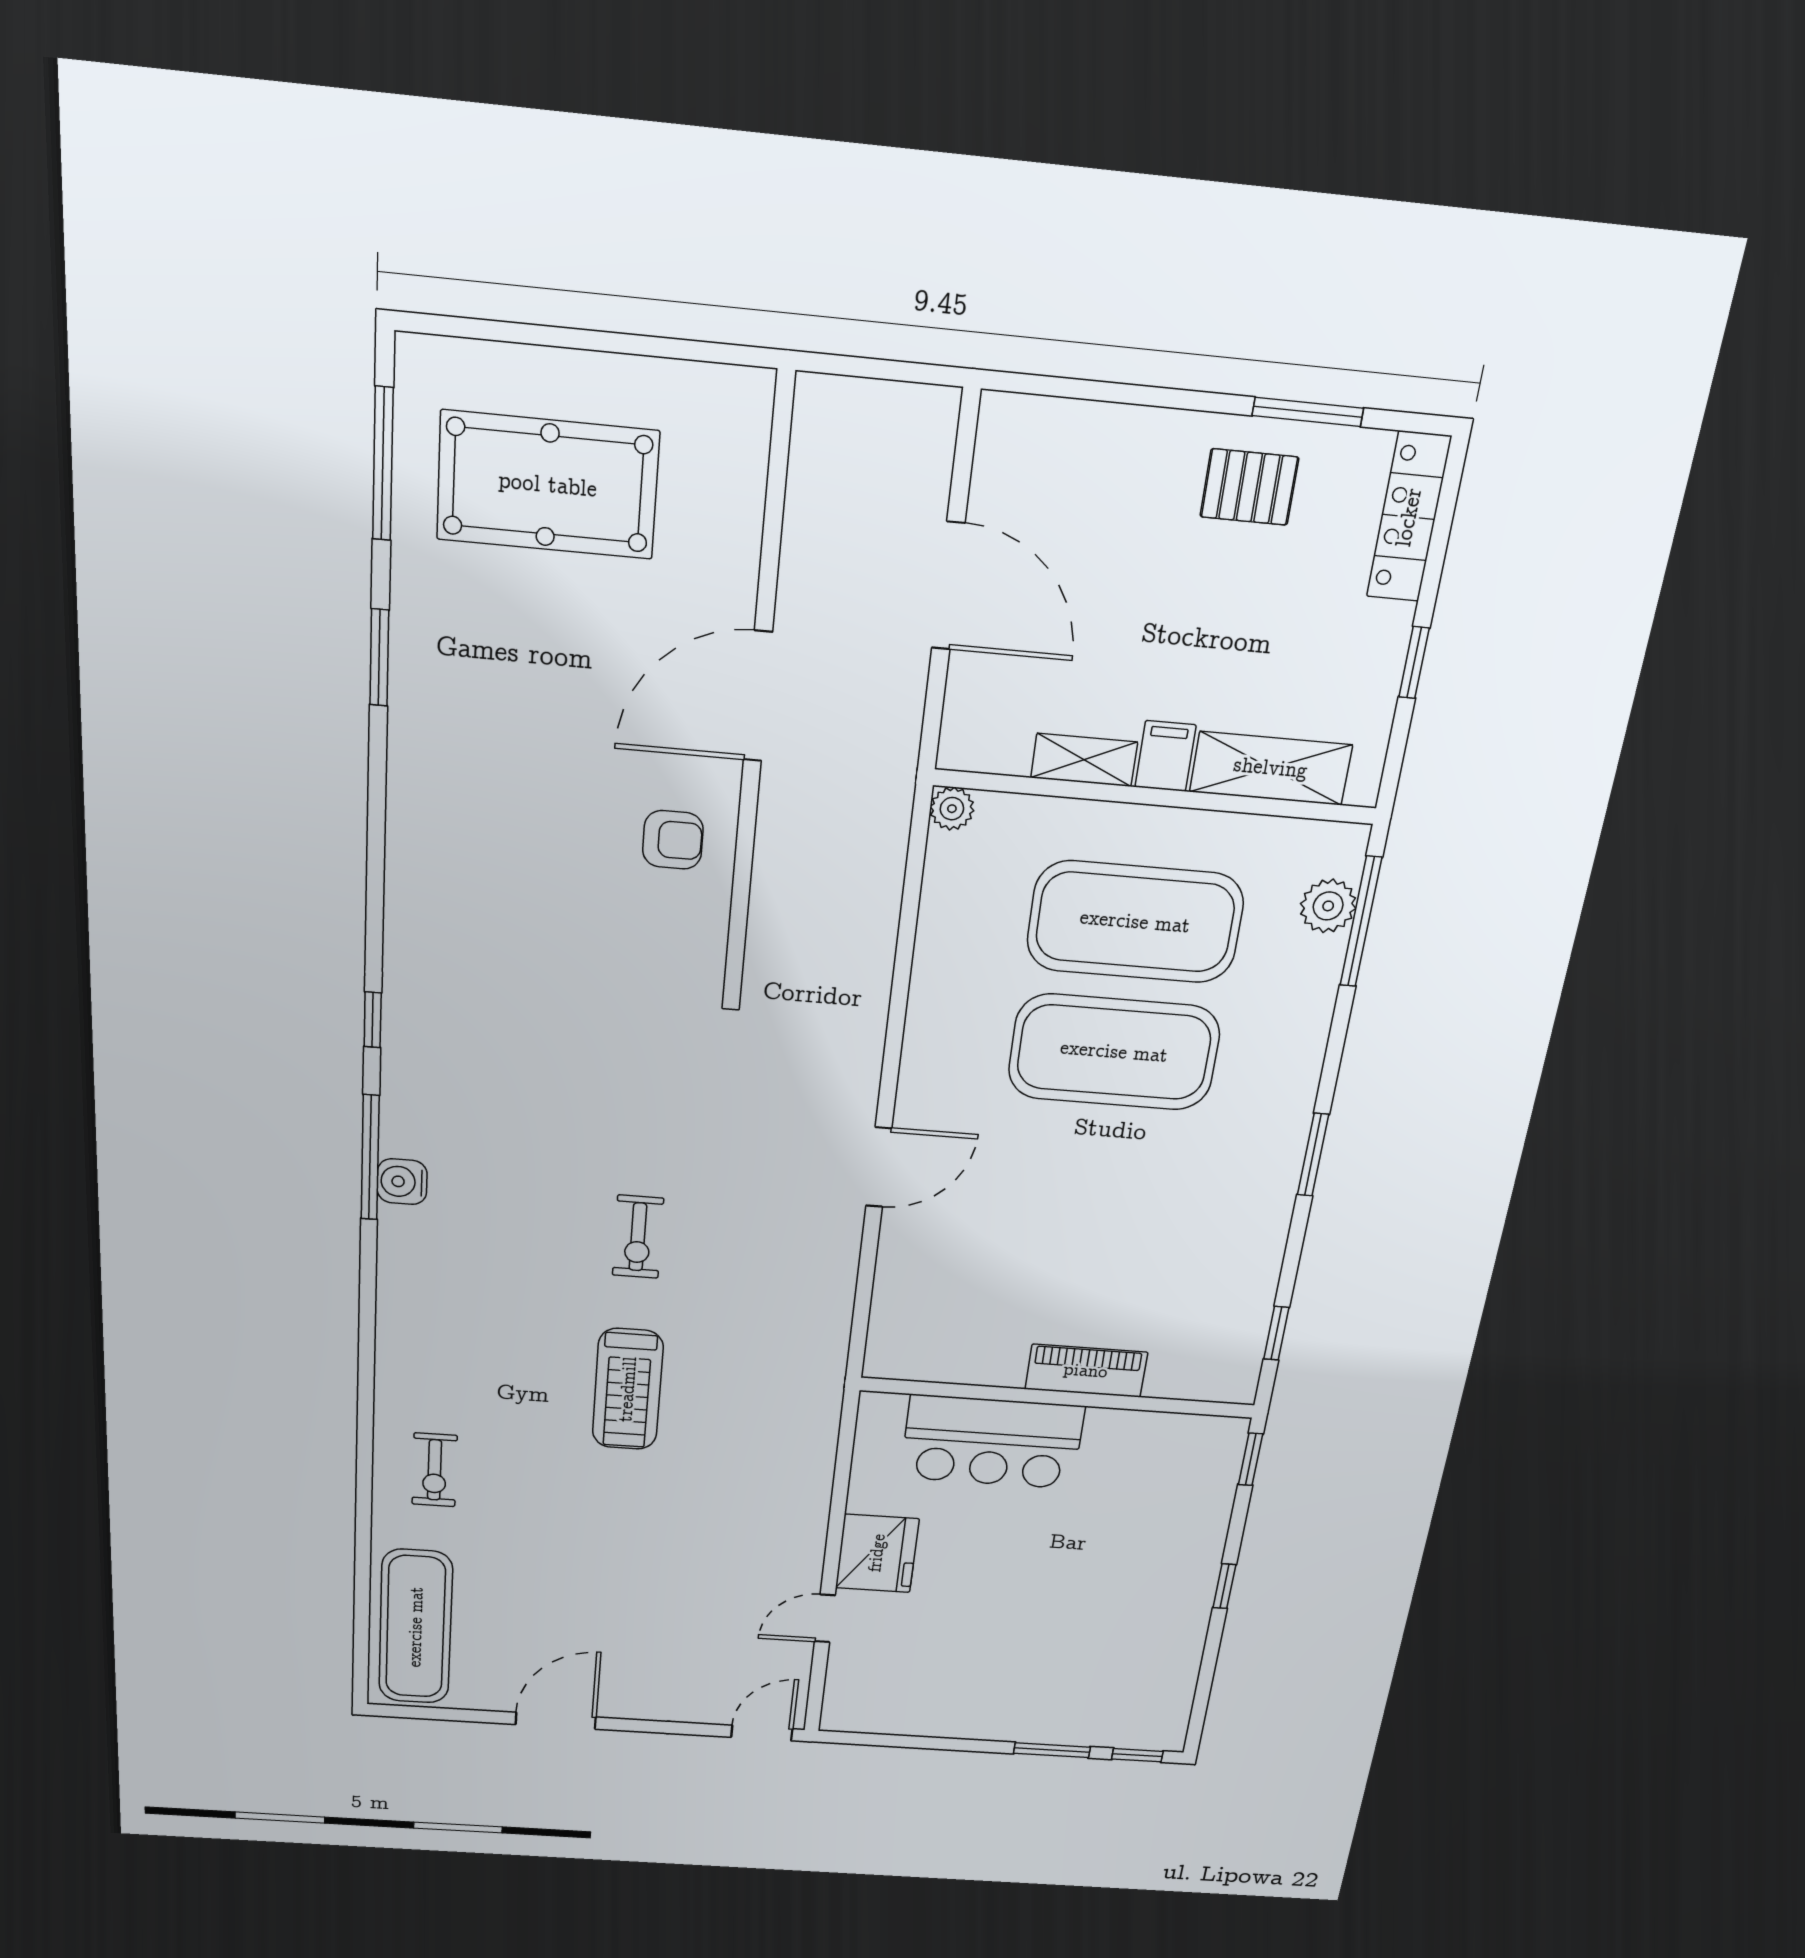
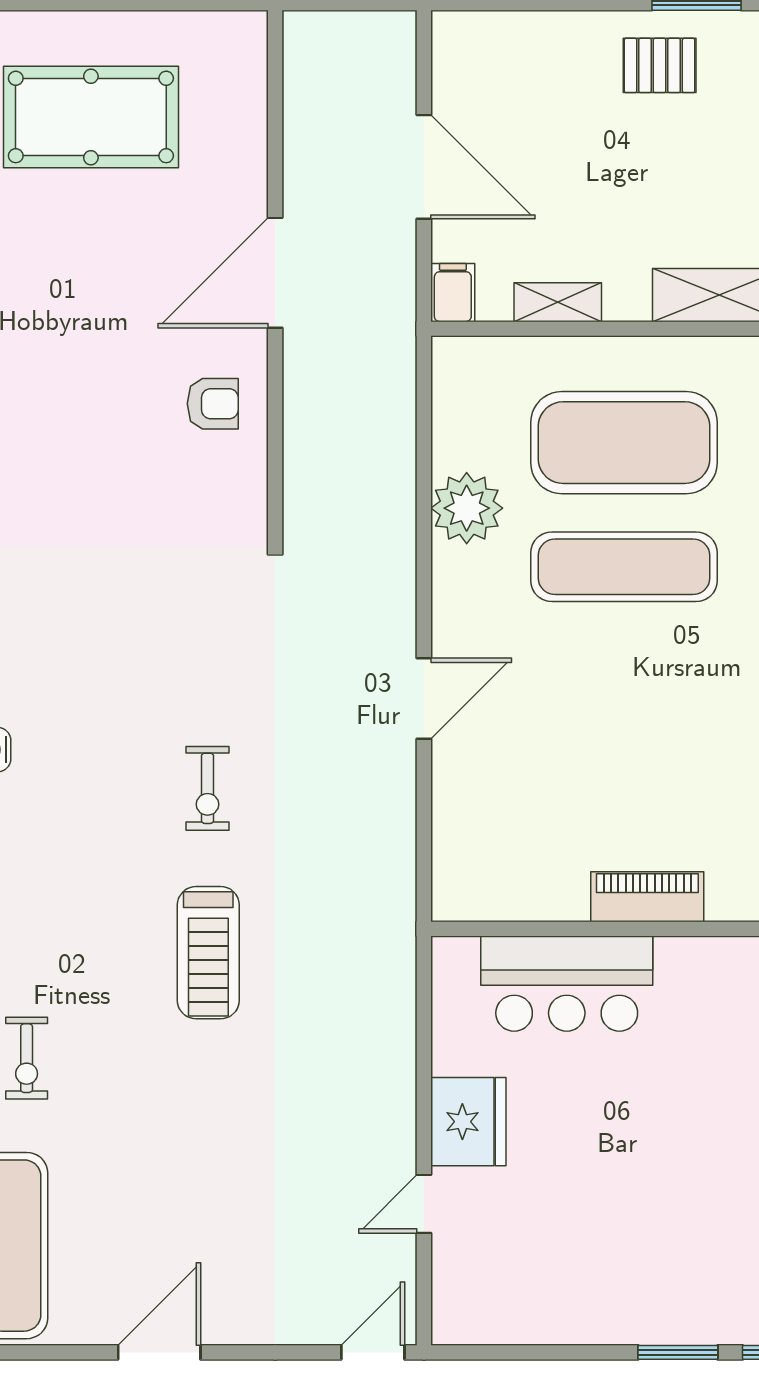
filing cabinet: (1166, 756) -> (453, 293), moved
plant: (952, 809) -> (467, 508), moved, width x1.88, depth x1.88
exercise mat: (1114, 1052) -> (624, 567), width x0.68

